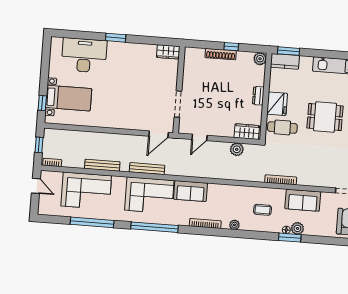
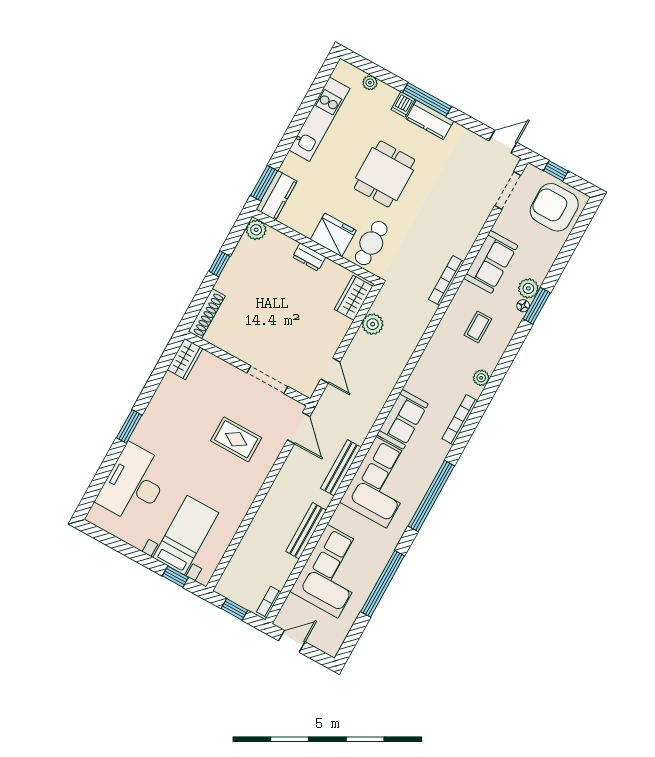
shoe rack: (221, 54) -> (207, 314), moved
rug: (136, 102) -> (236, 439), added

